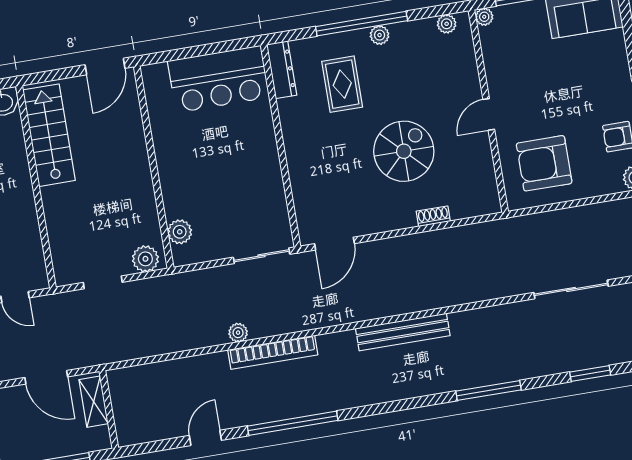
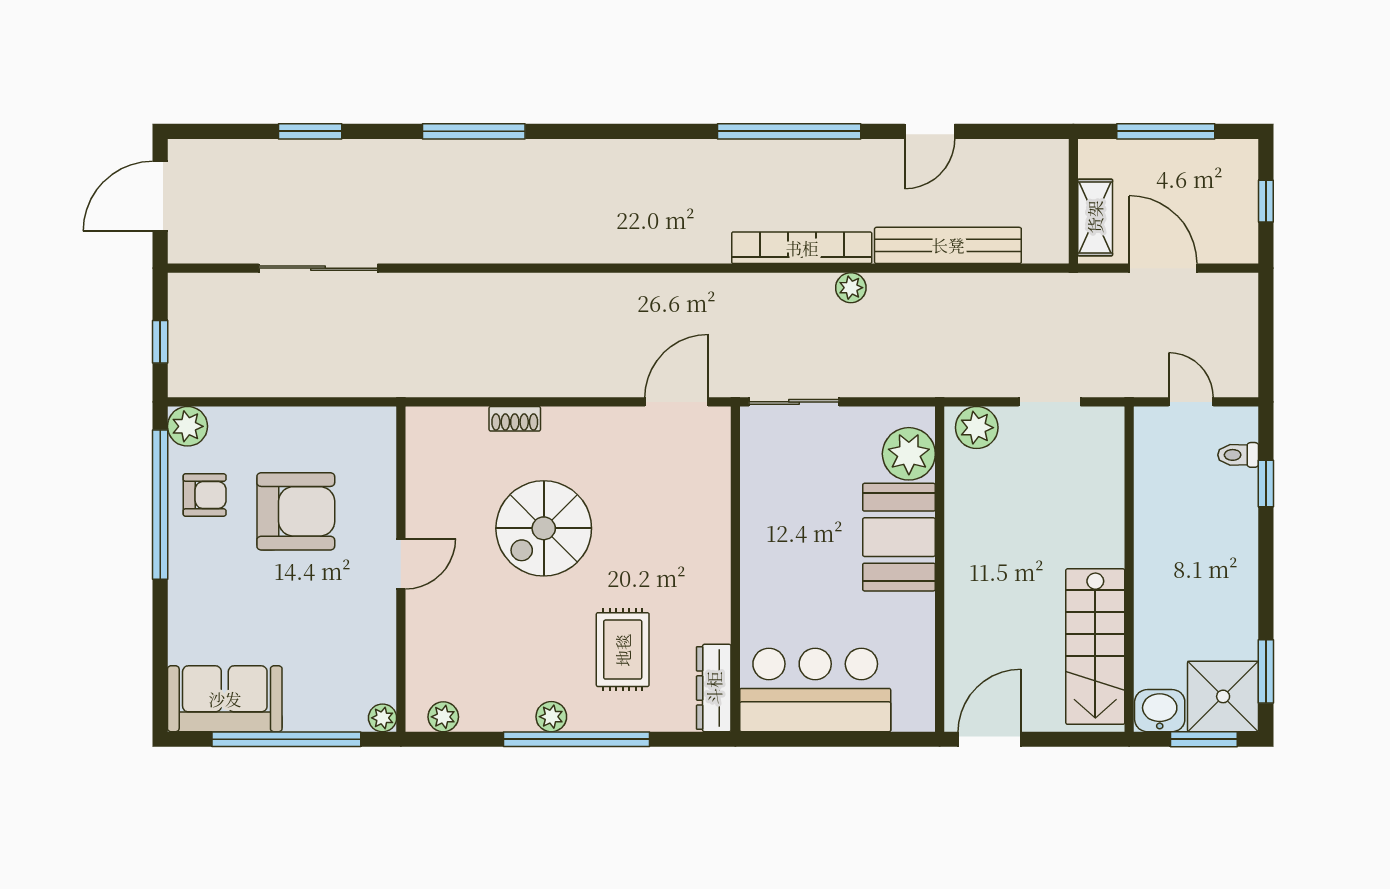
armchair: (544, 163) -> (296, 511), moved
booth: (182, 183) -> (899, 537), added
plant: (180, 232) -> (909, 454), width x1.36, depth x1.36
bench: (403, 332) -> (948, 245), moved

